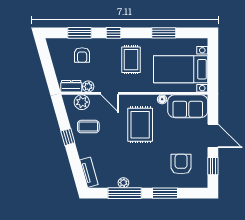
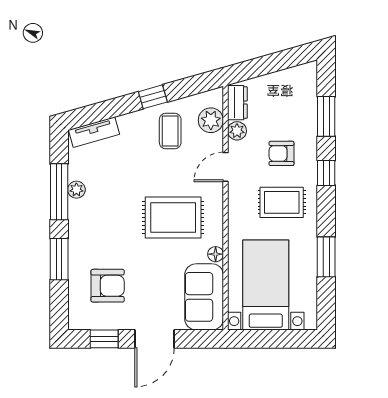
armchair: (82, 55) -> (281, 153), moved

